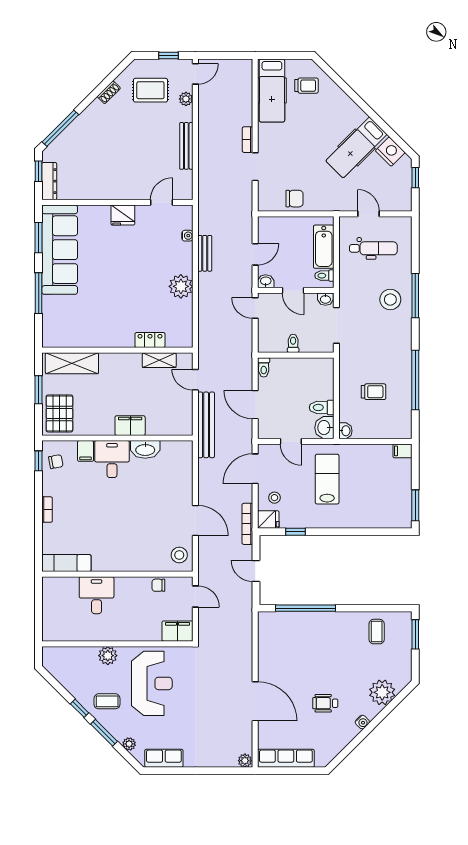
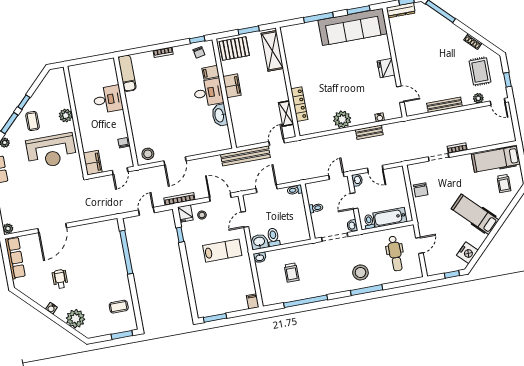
hospital bed: (356, 147) -> (475, 214), moved
locker: (150, 340) -> (299, 104), width x1.53
filing cabinet: (130, 426) -> (232, 86), moved

